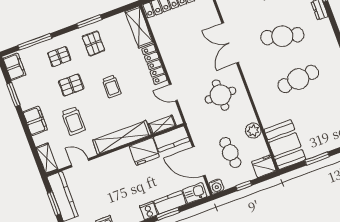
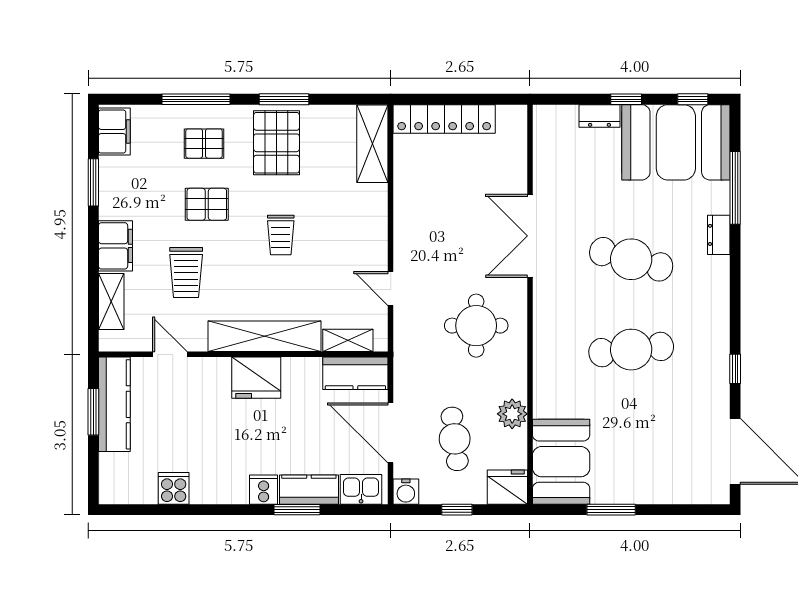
window: (35, 42) -> (196, 99), moved
pallet: (93, 43) -> (277, 143), width x1.50, depth x1.42
locker: (154, 65) -> (375, 224), removed
fridge: (144, 151) -> (256, 378), moved
shelving: (47, 158) -> (111, 301), moved

